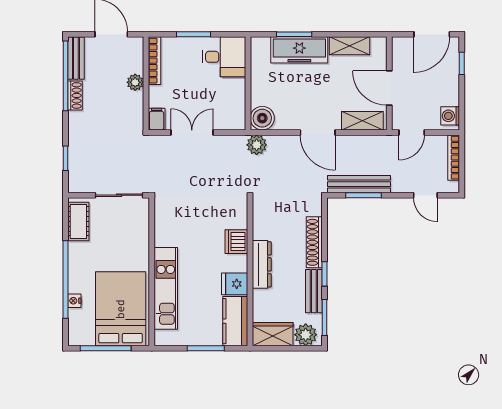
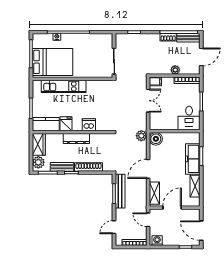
cot: (78, 221) -> (100, 39), removed

